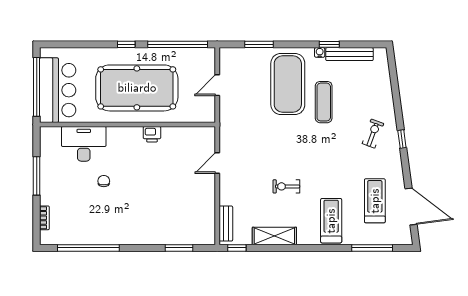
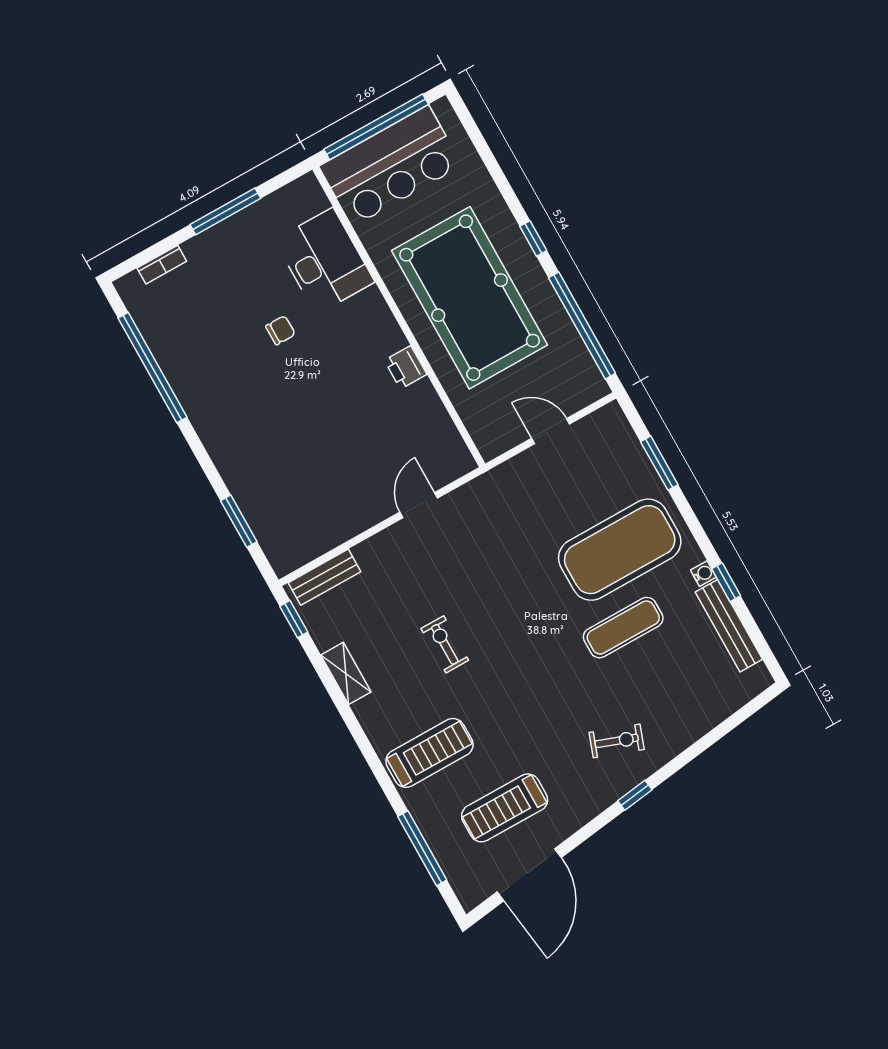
door: (217, 163) -> (419, 505), hinge flipped
treadmill: (375, 201) -> (505, 808), turned 180
shelving: (274, 236) -> (346, 673), width x0.67, depth x0.75

